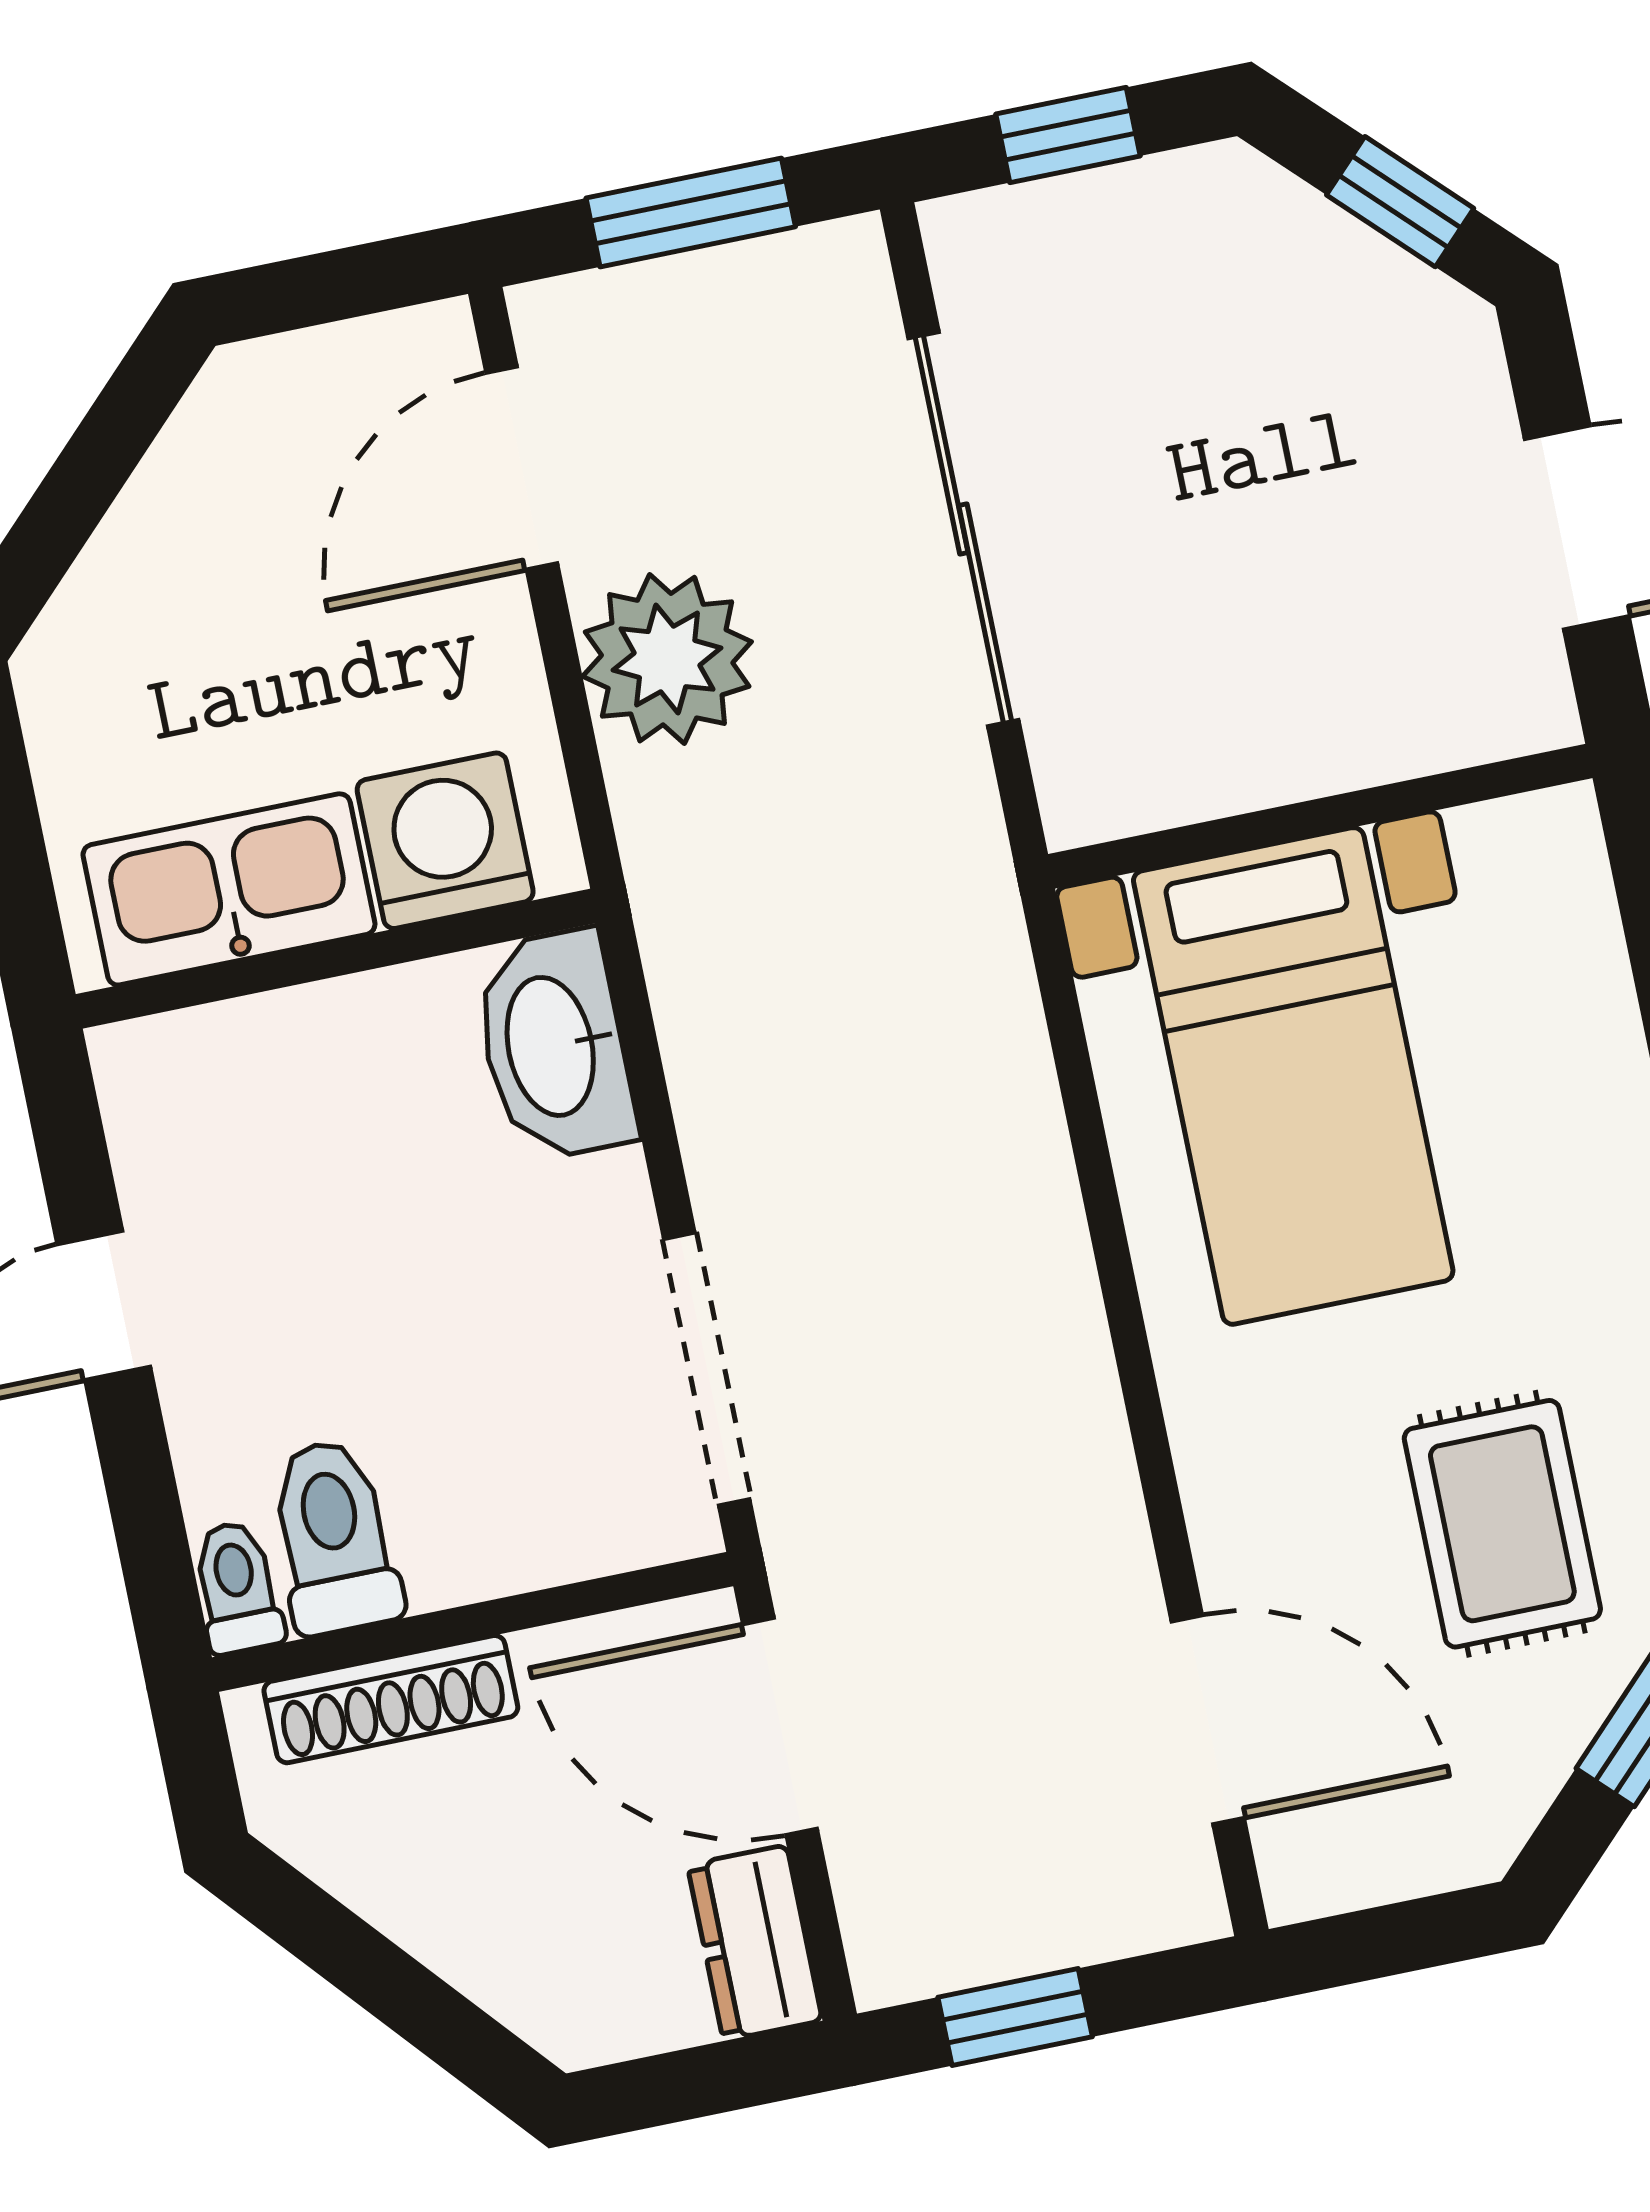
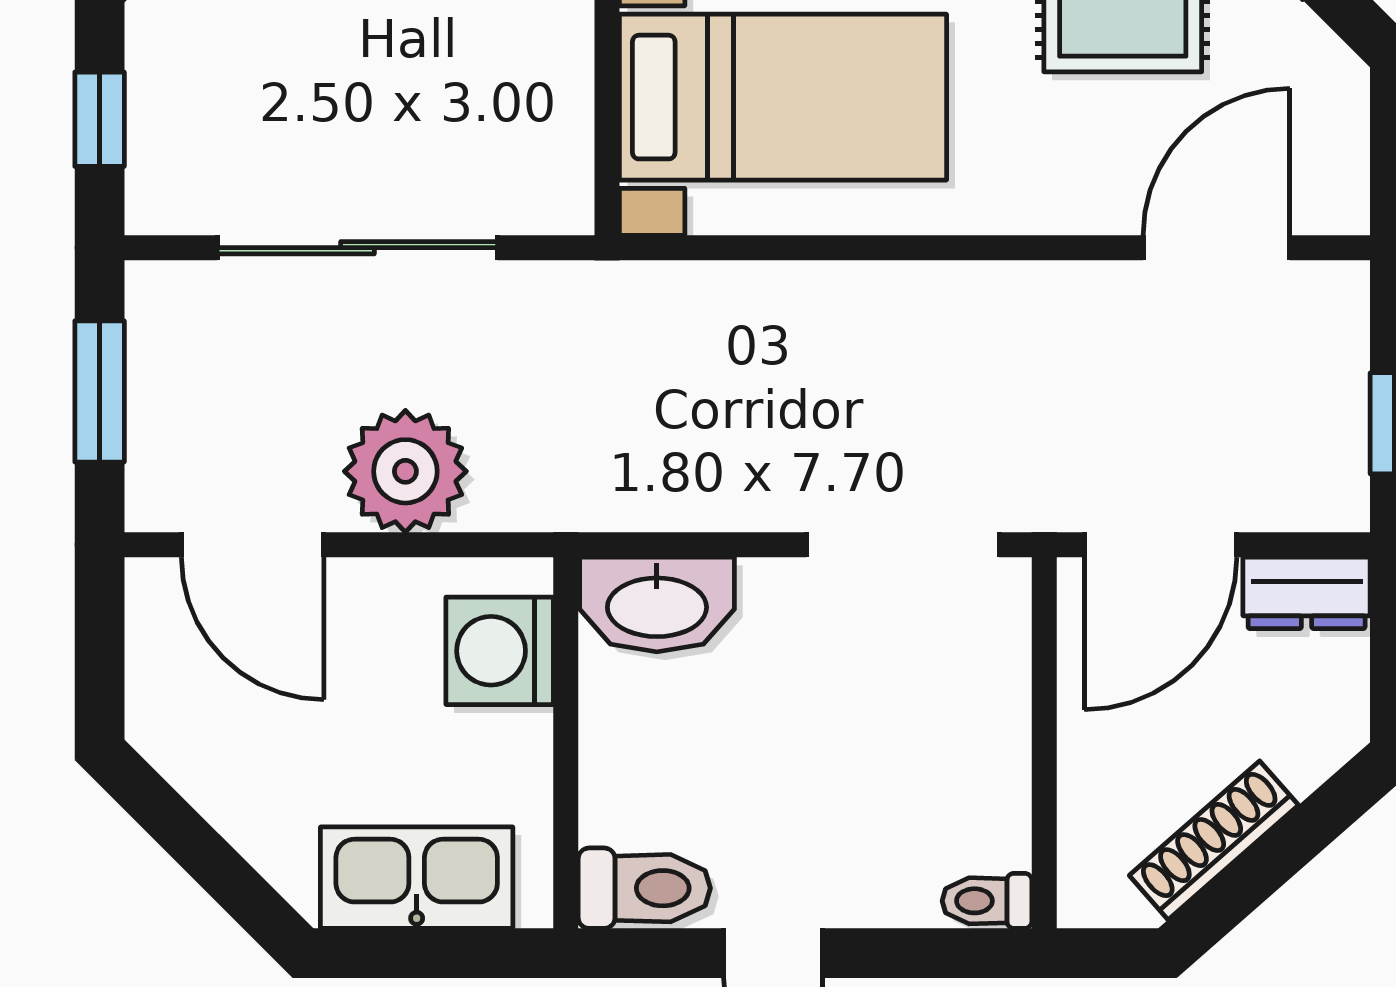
kitchen sink: (229, 889) -> (417, 878), moved, turned 90
toilet: (334, 1537) -> (644, 888), moved, turned 180
shoe rack: (391, 1699) -> (1214, 840), moved, turned -131

